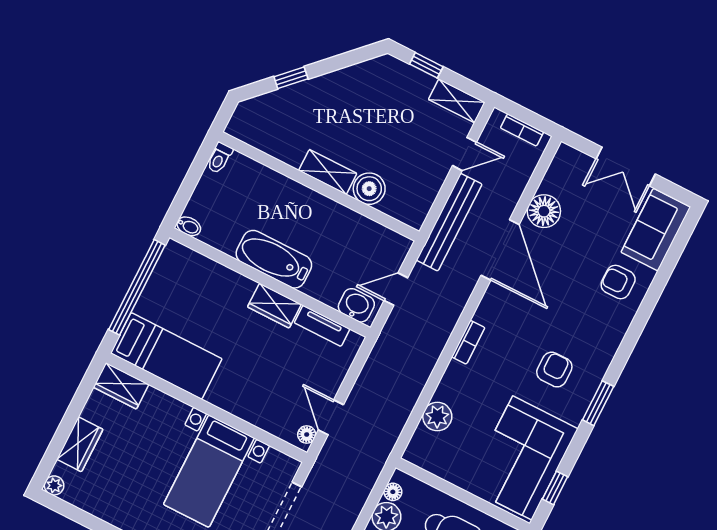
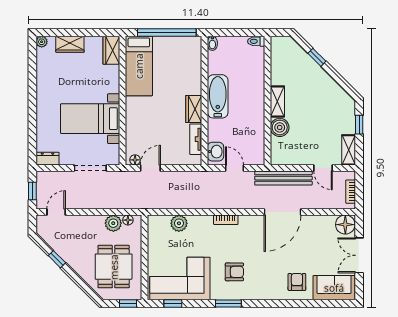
floor lamp: (544, 211) -> (345, 225), moved

